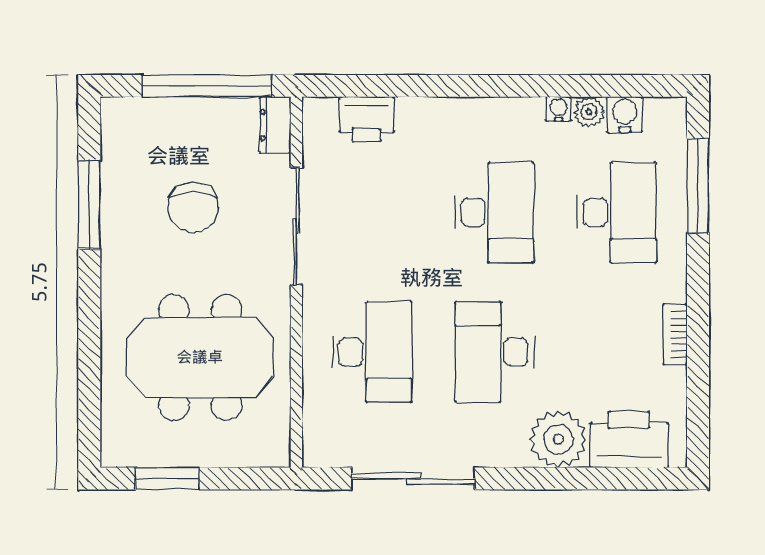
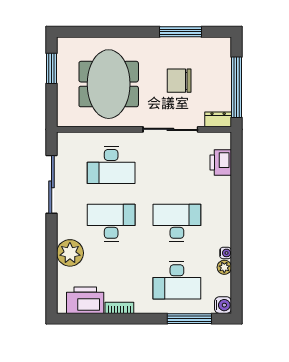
water cooler: (625, 115) -> (223, 305), moved
desk: (494, 212) -> (177, 223), turned 180
printer: (629, 439) -> (85, 300), moved, turned -90

